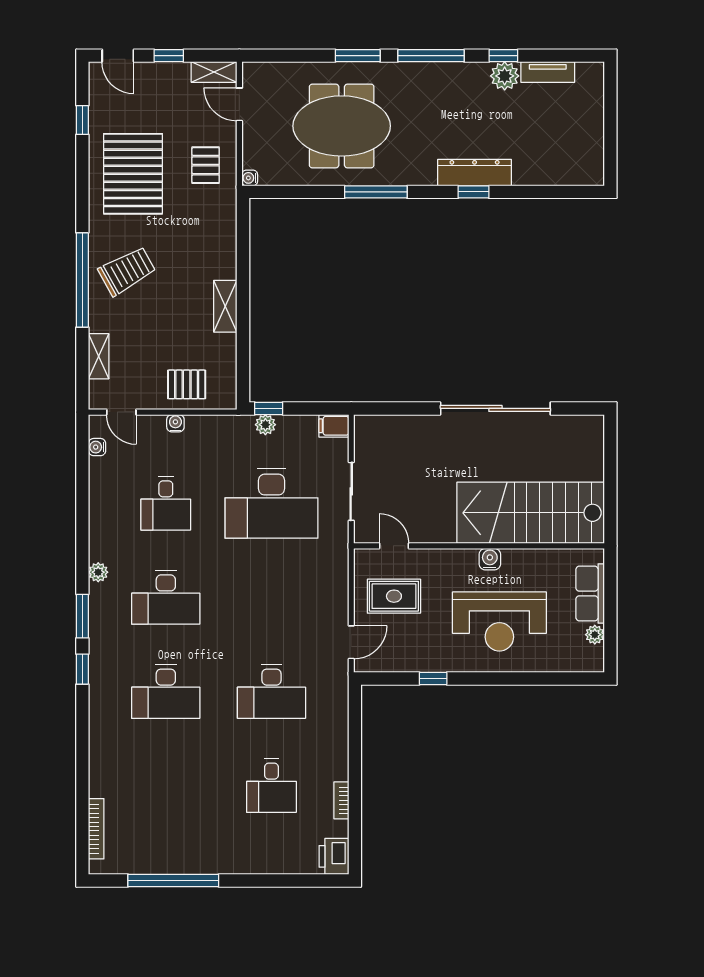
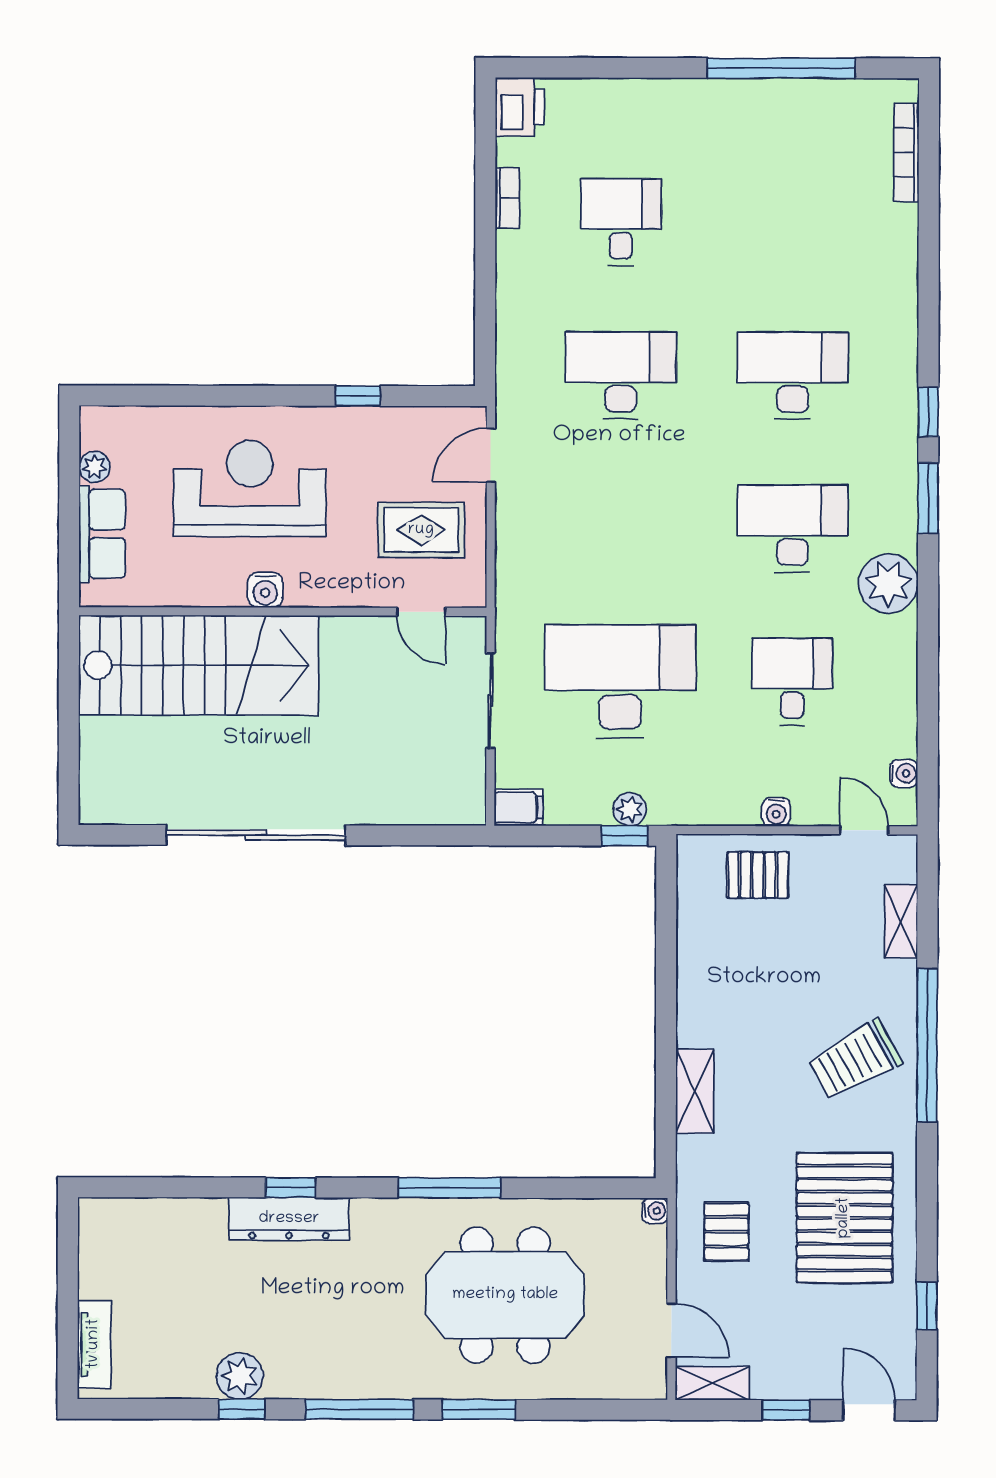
tv unit: (548, 72) -> (94, 1344), moved, turned 90
shelving: (225, 306) -> (695, 1091), moved
plant: (98, 572) -> (888, 584), width x1.87, depth x1.87

